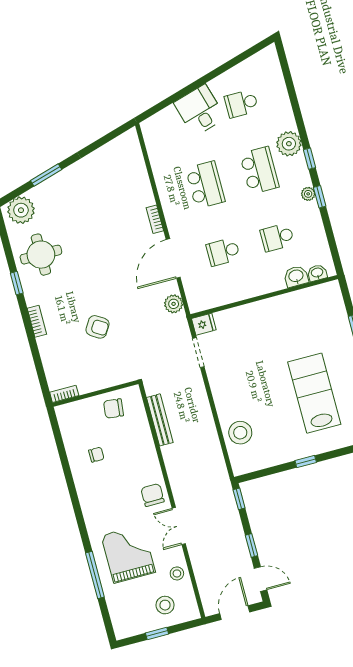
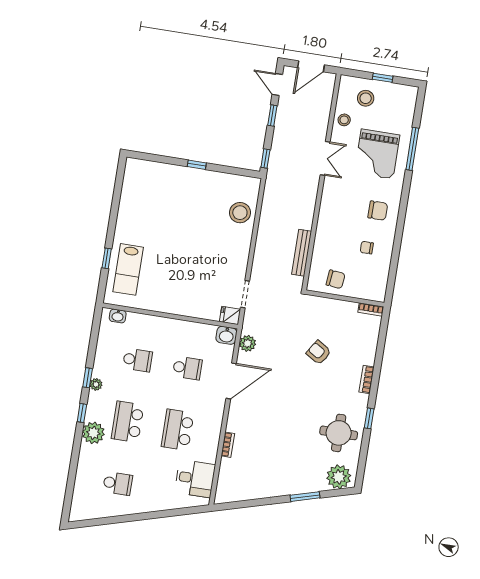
desk: (200, 110) -> (195, 479), moved, turned -74
bookcase: (155, 219) -> (228, 445), moved
washbasin: (296, 276) -> (226, 335), moved
lab bench: (314, 393) -> (128, 269), moved, width x0.73, depth x0.72
chair: (152, 495) -> (378, 211), moved, turned -90

